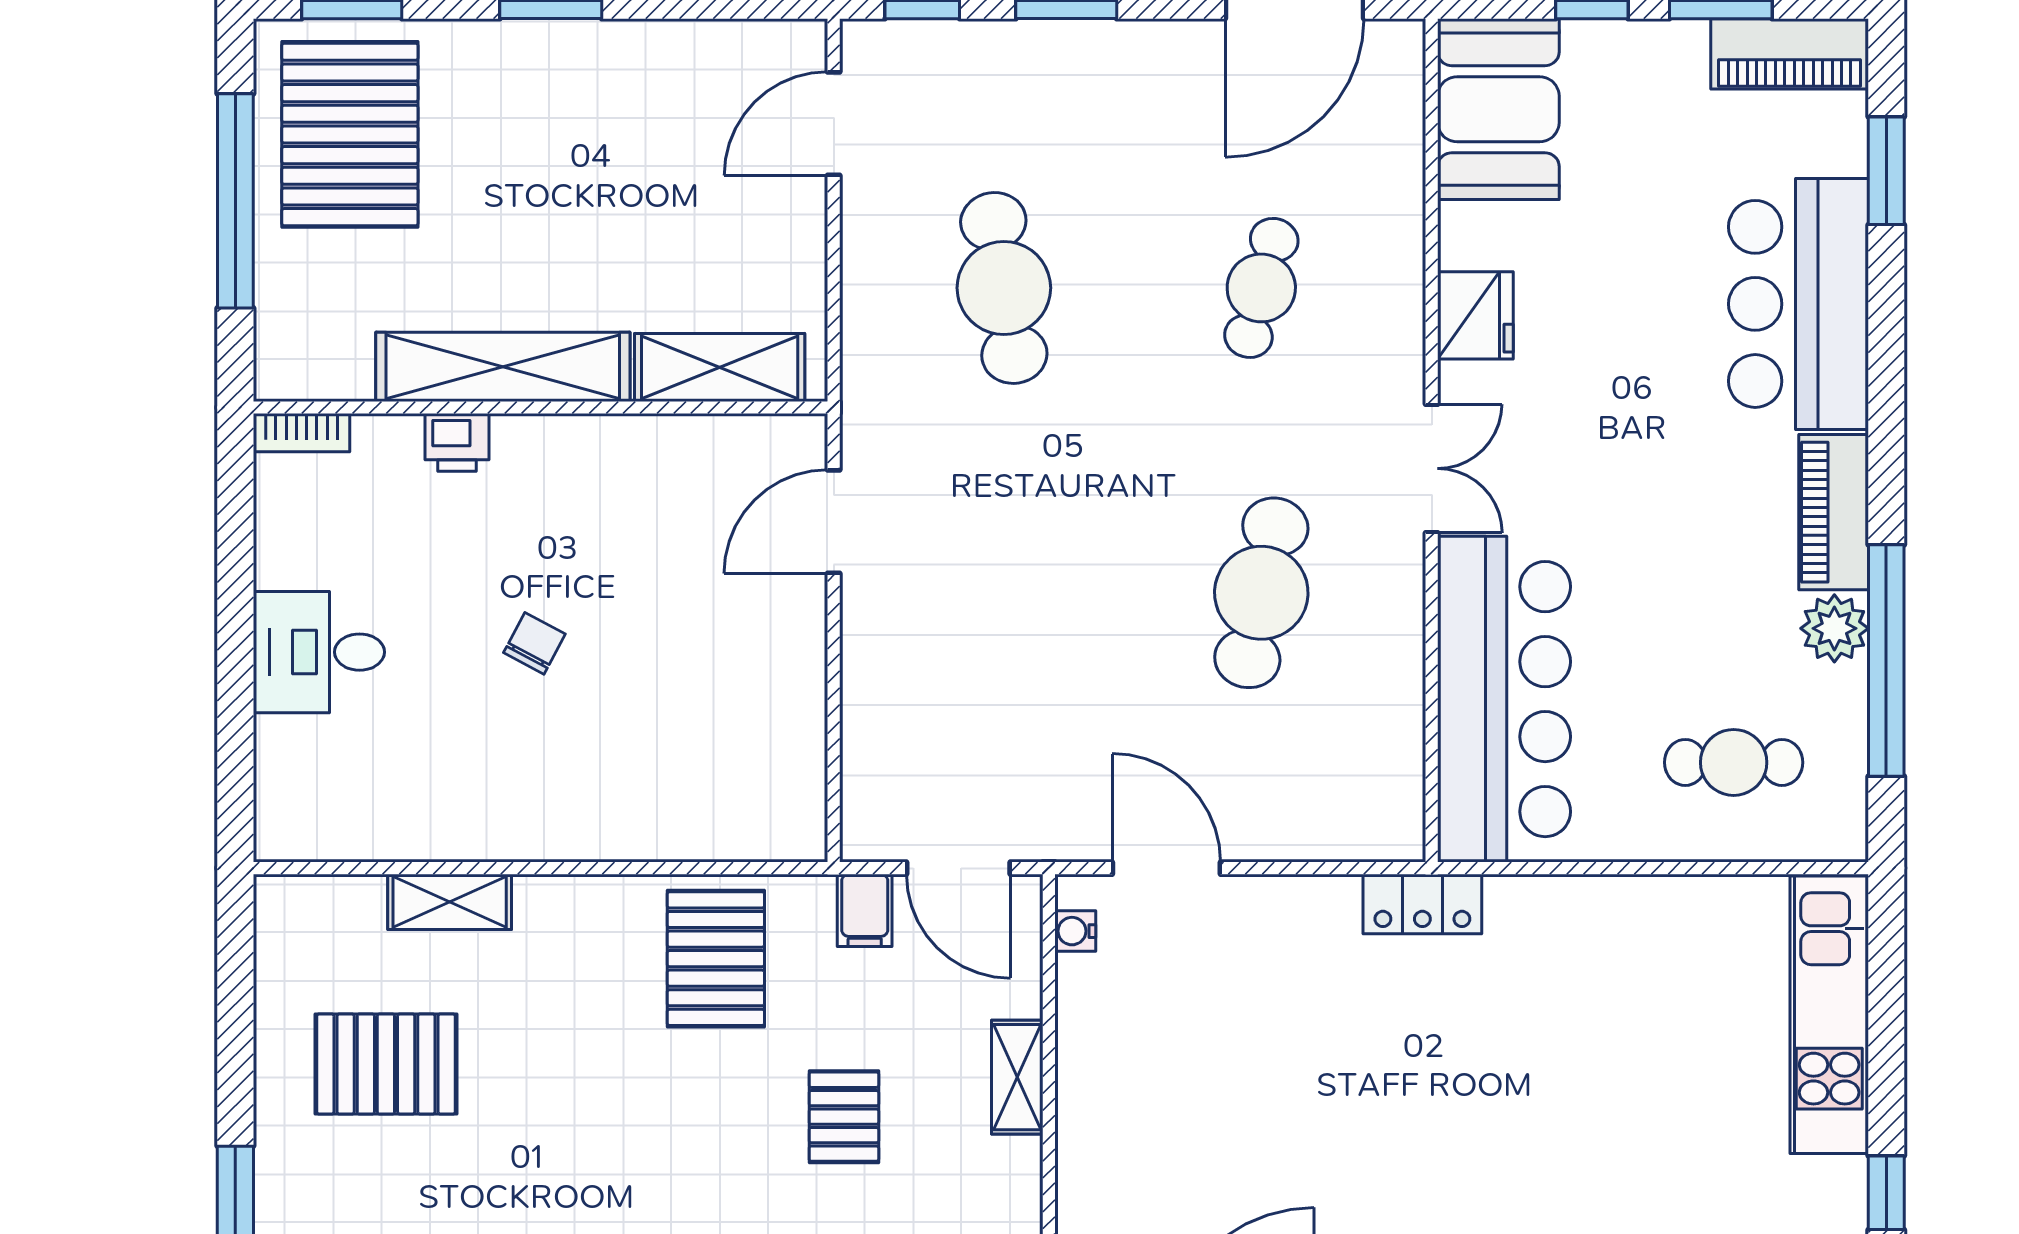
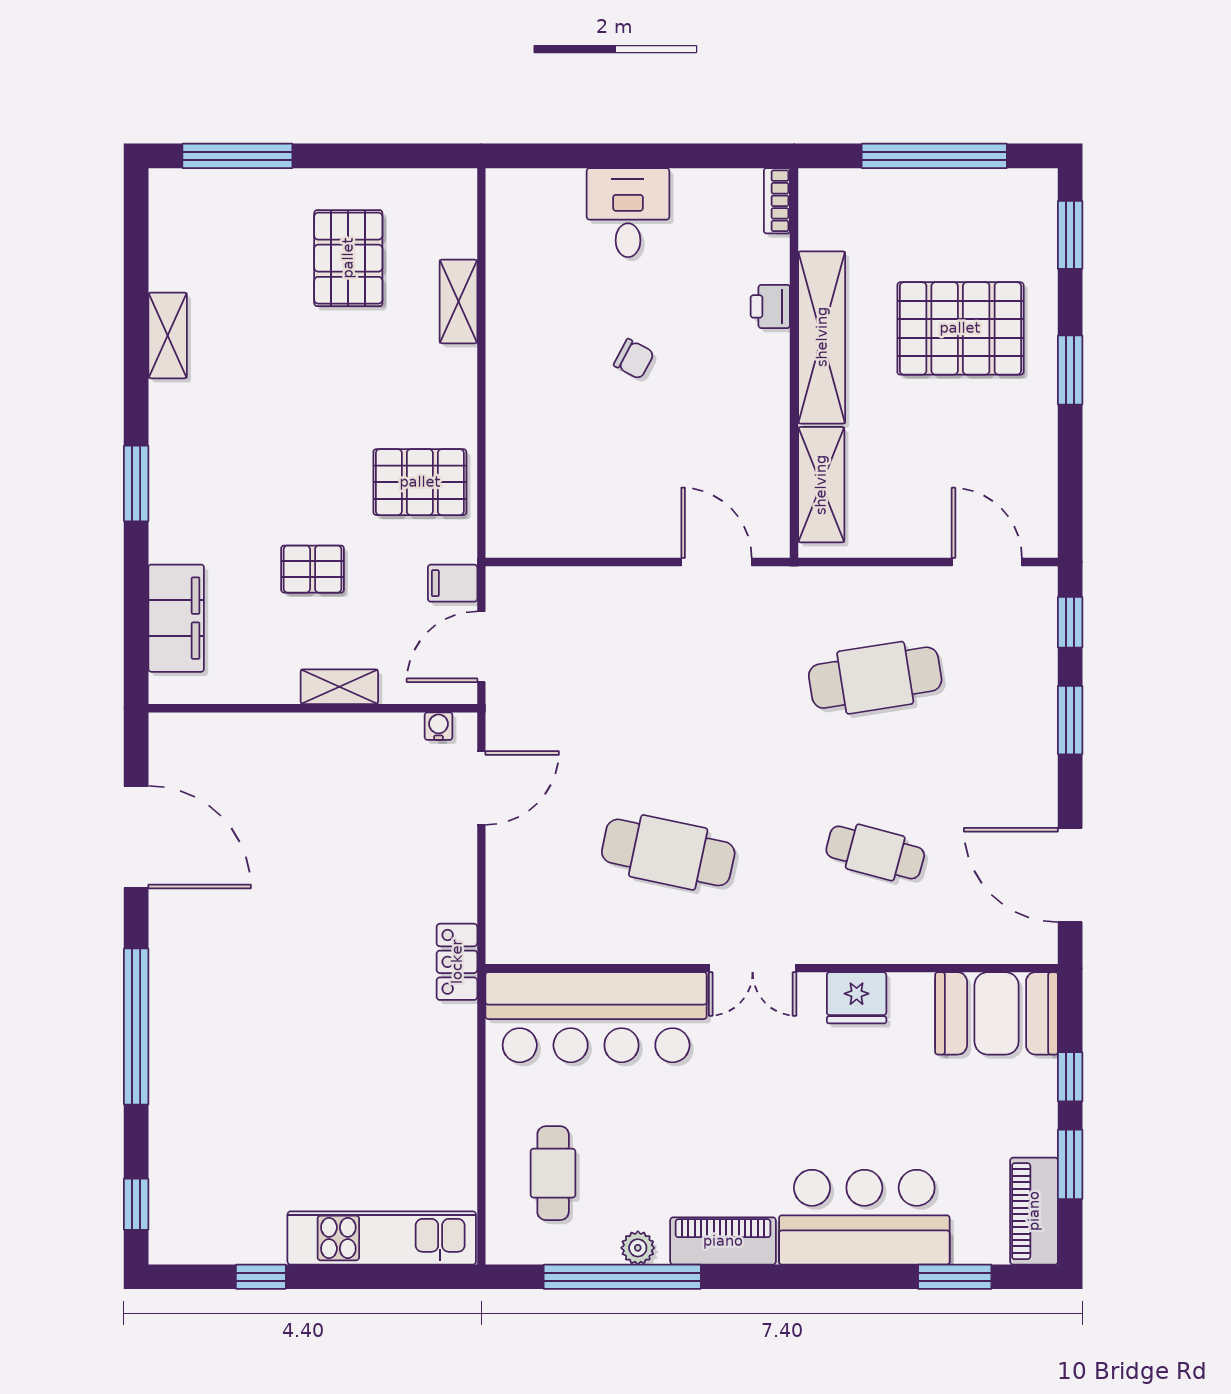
pallet: (350, 134) -> (960, 328), moved
plant: (1834, 628) -> (638, 1248), width x0.73, depth x0.73

